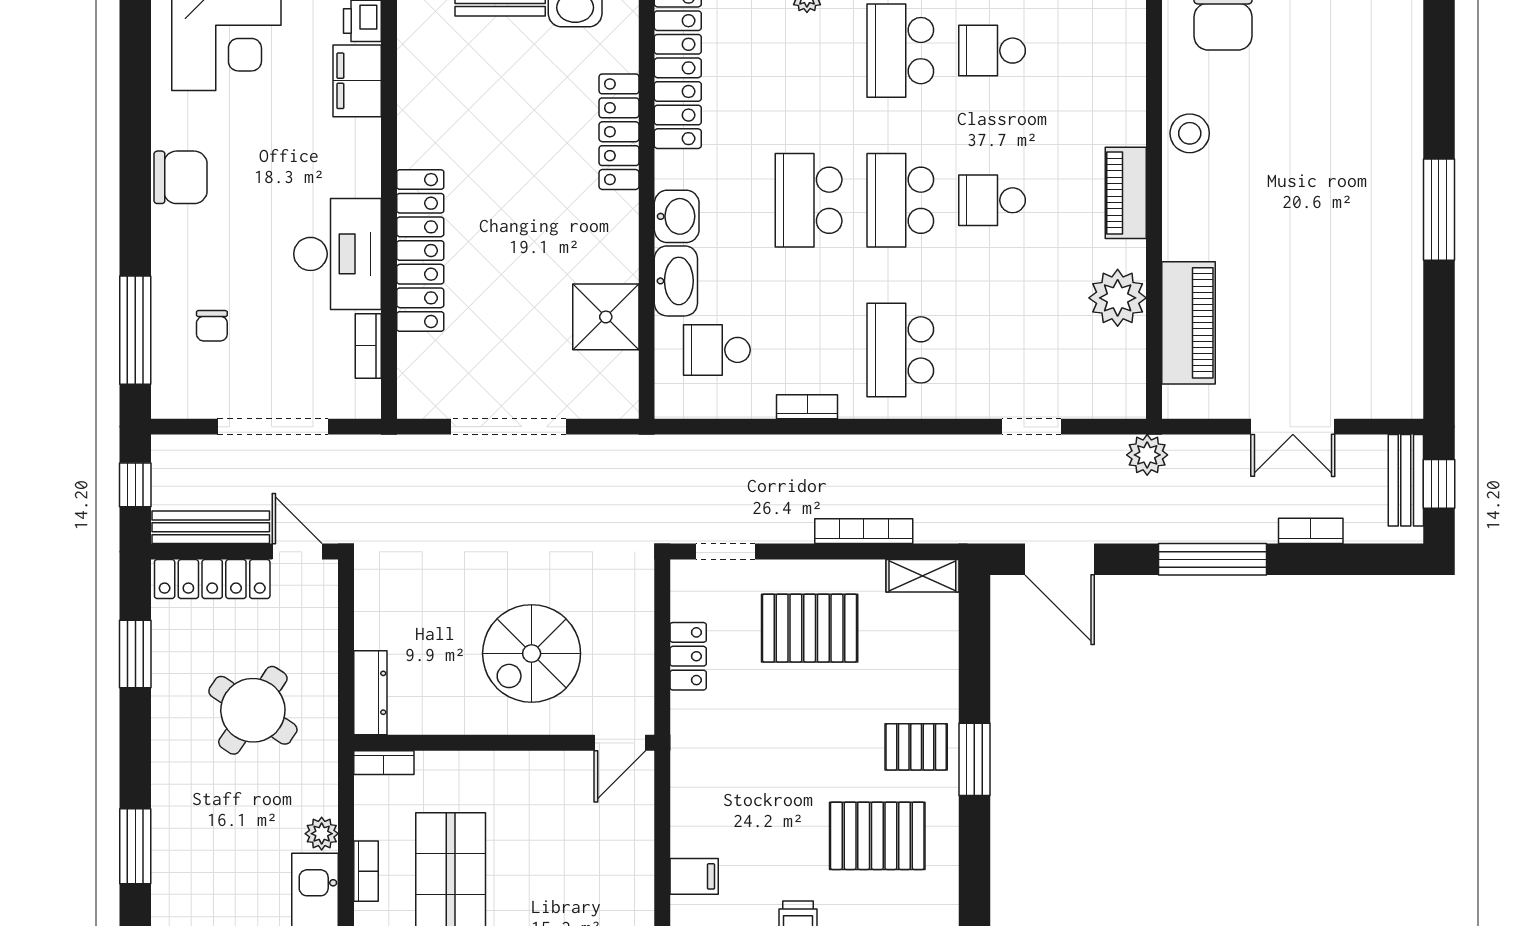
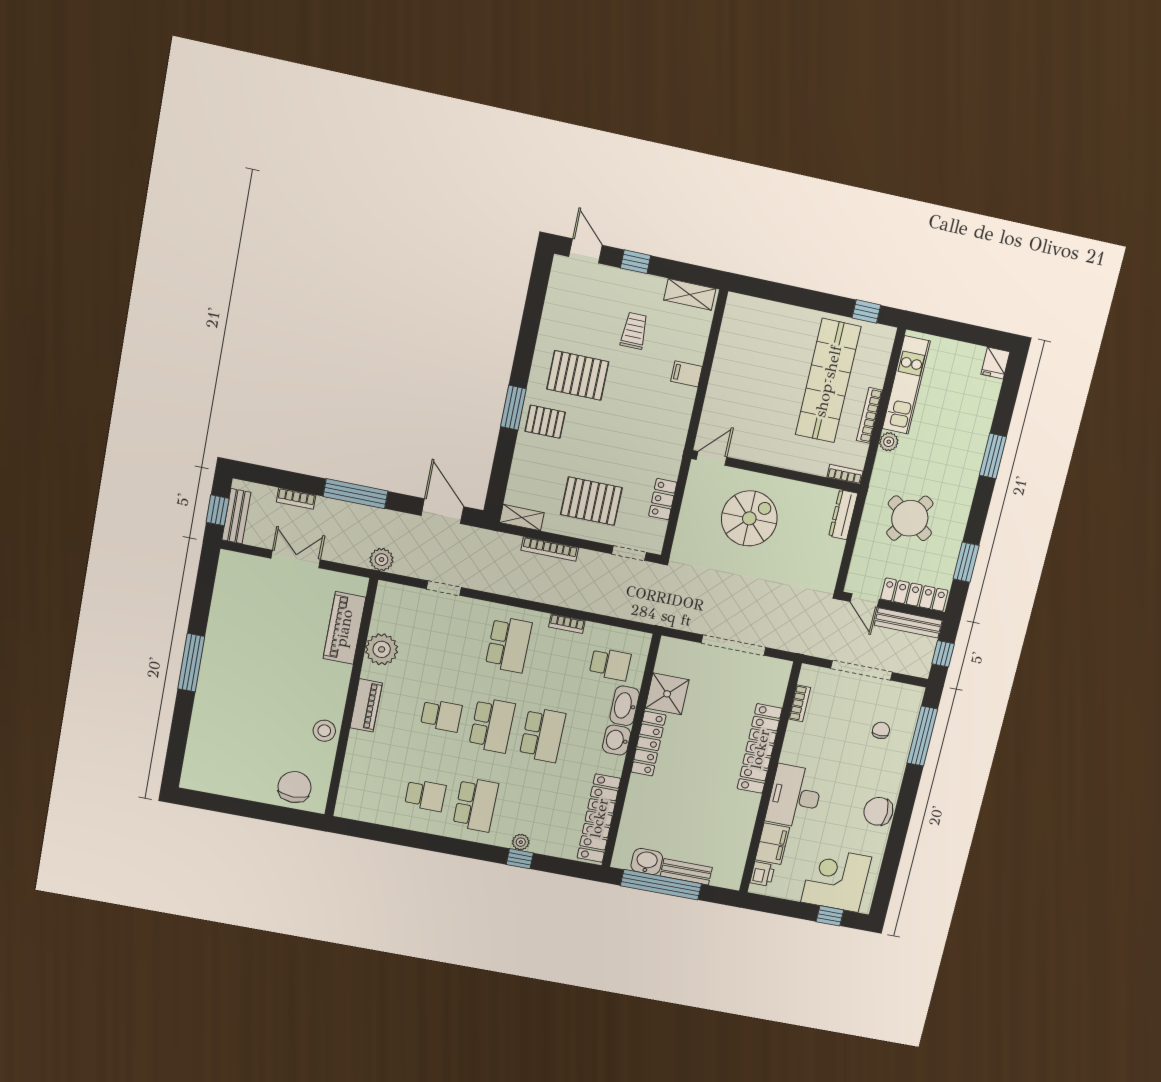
locker: (619, 132) -> (648, 744), moved
desk: (338, 254) -> (795, 796), moved
bookcase: (366, 871) -> (869, 415), width x1.56

